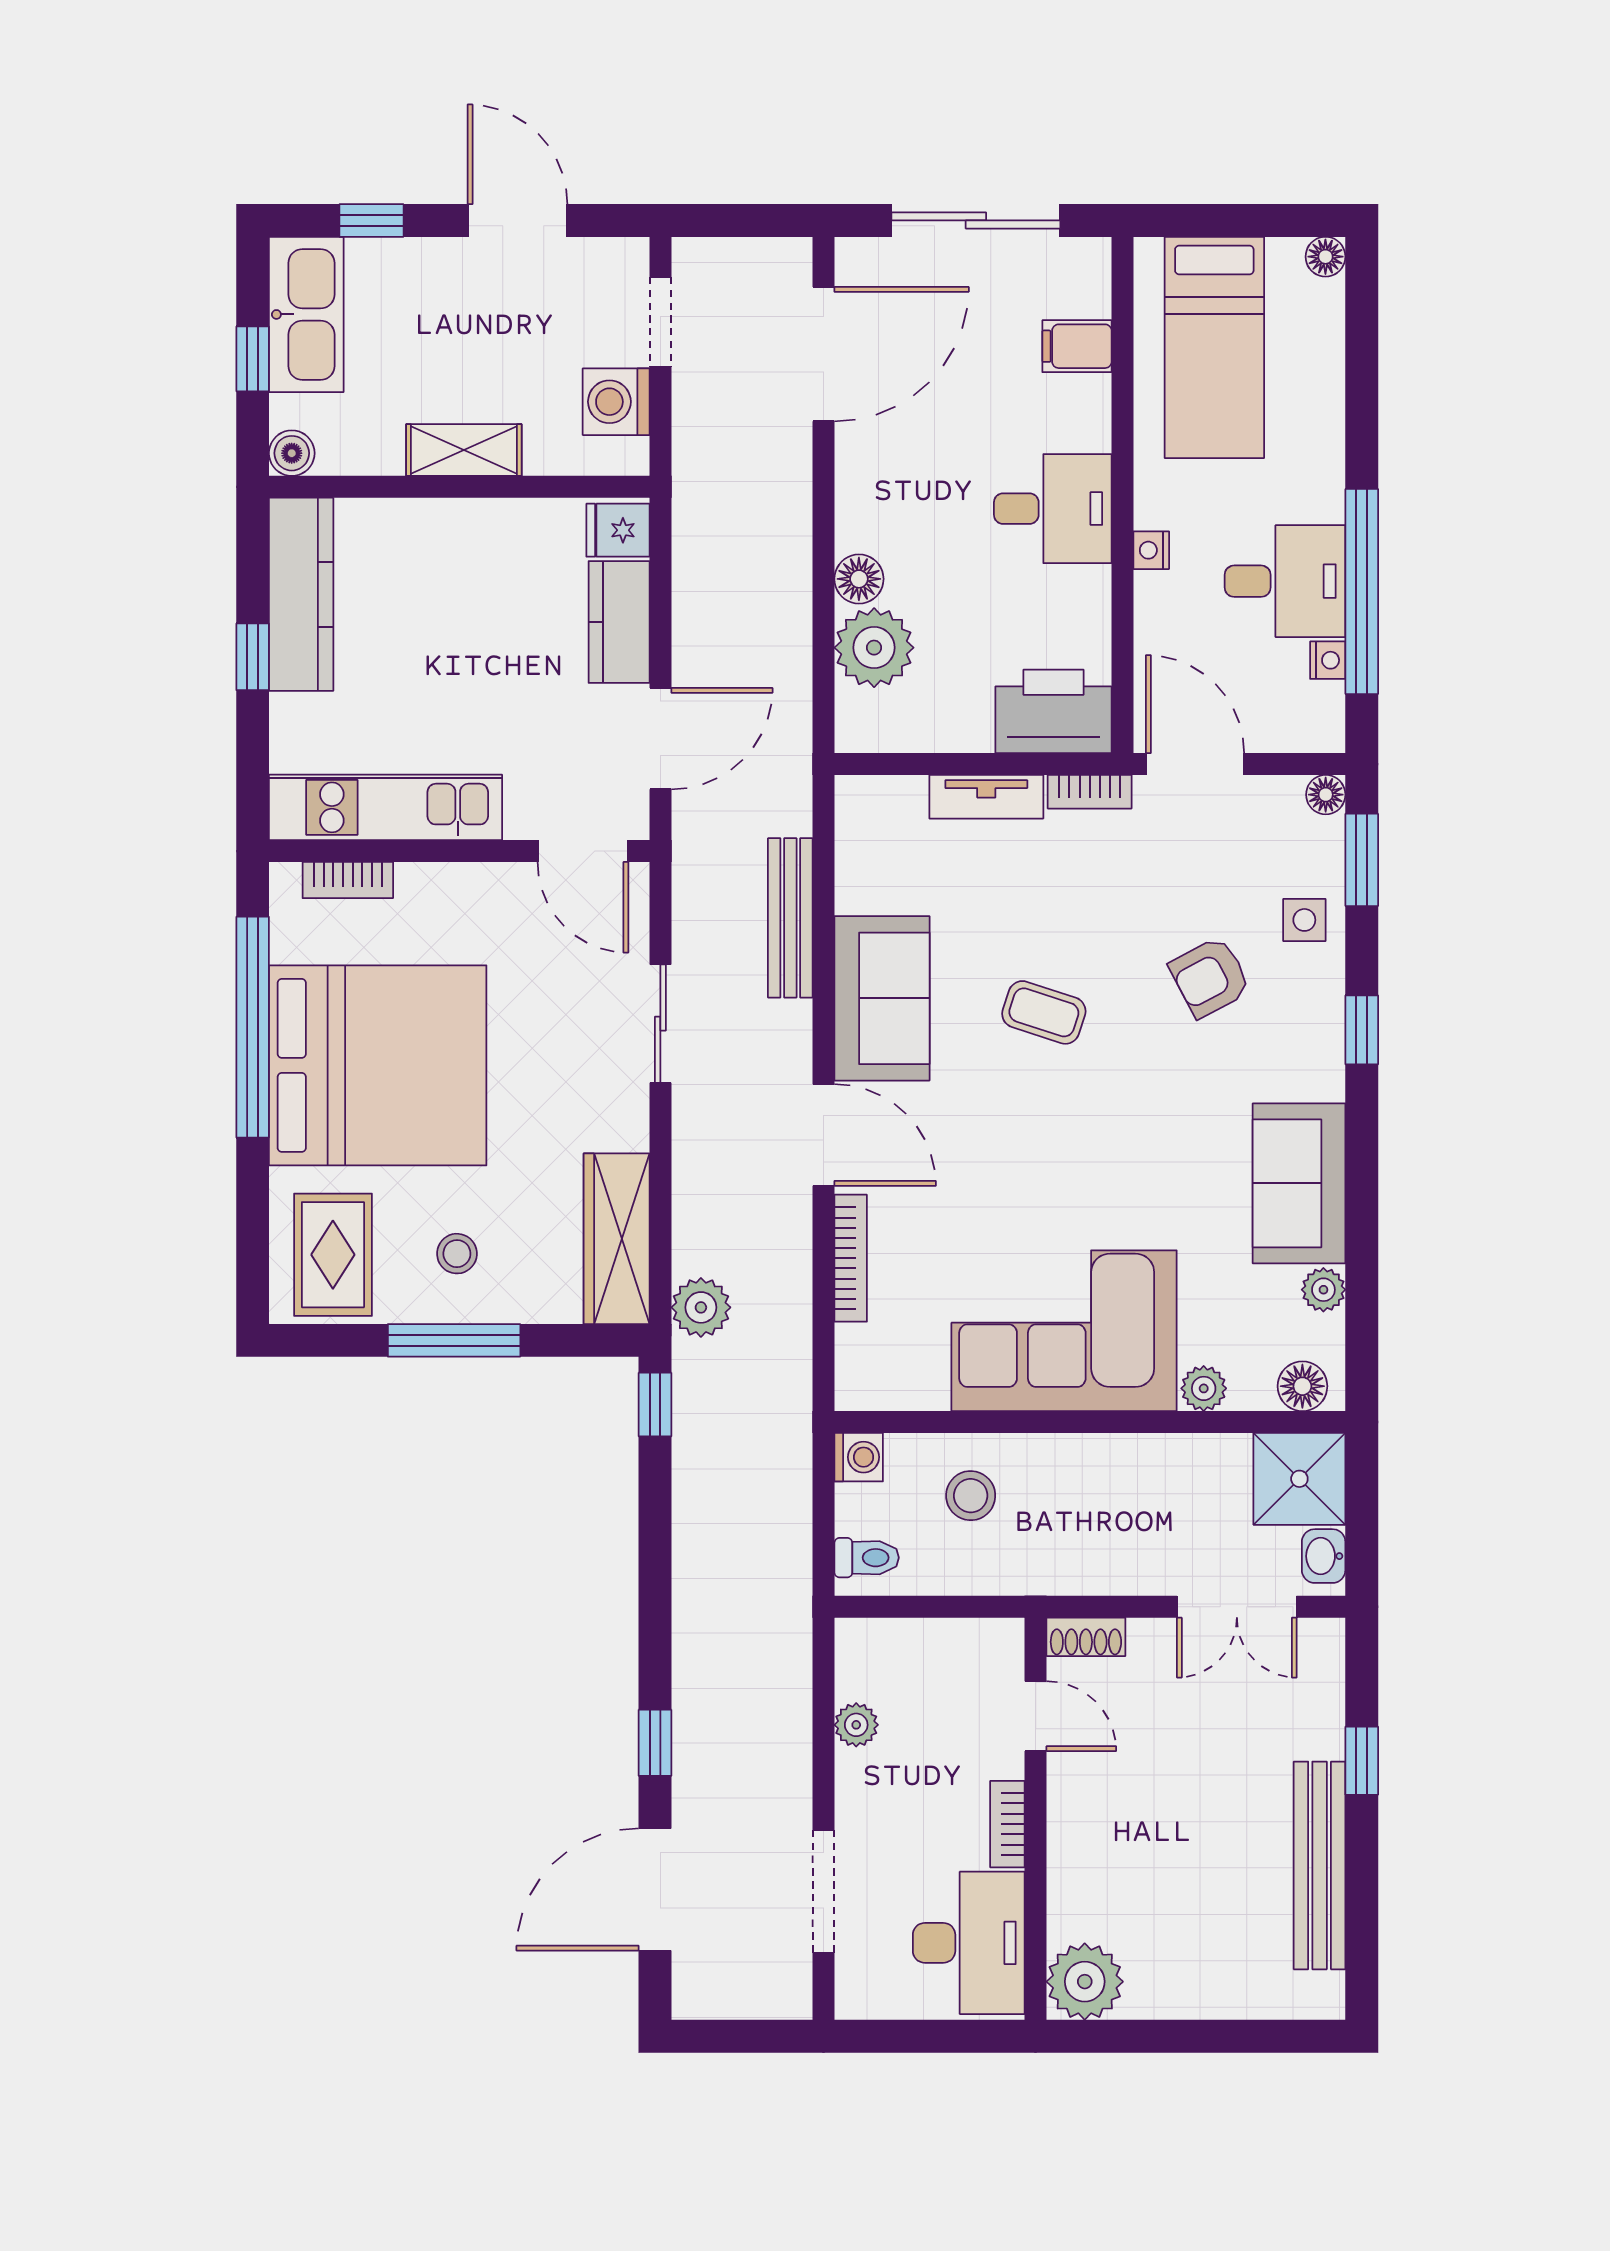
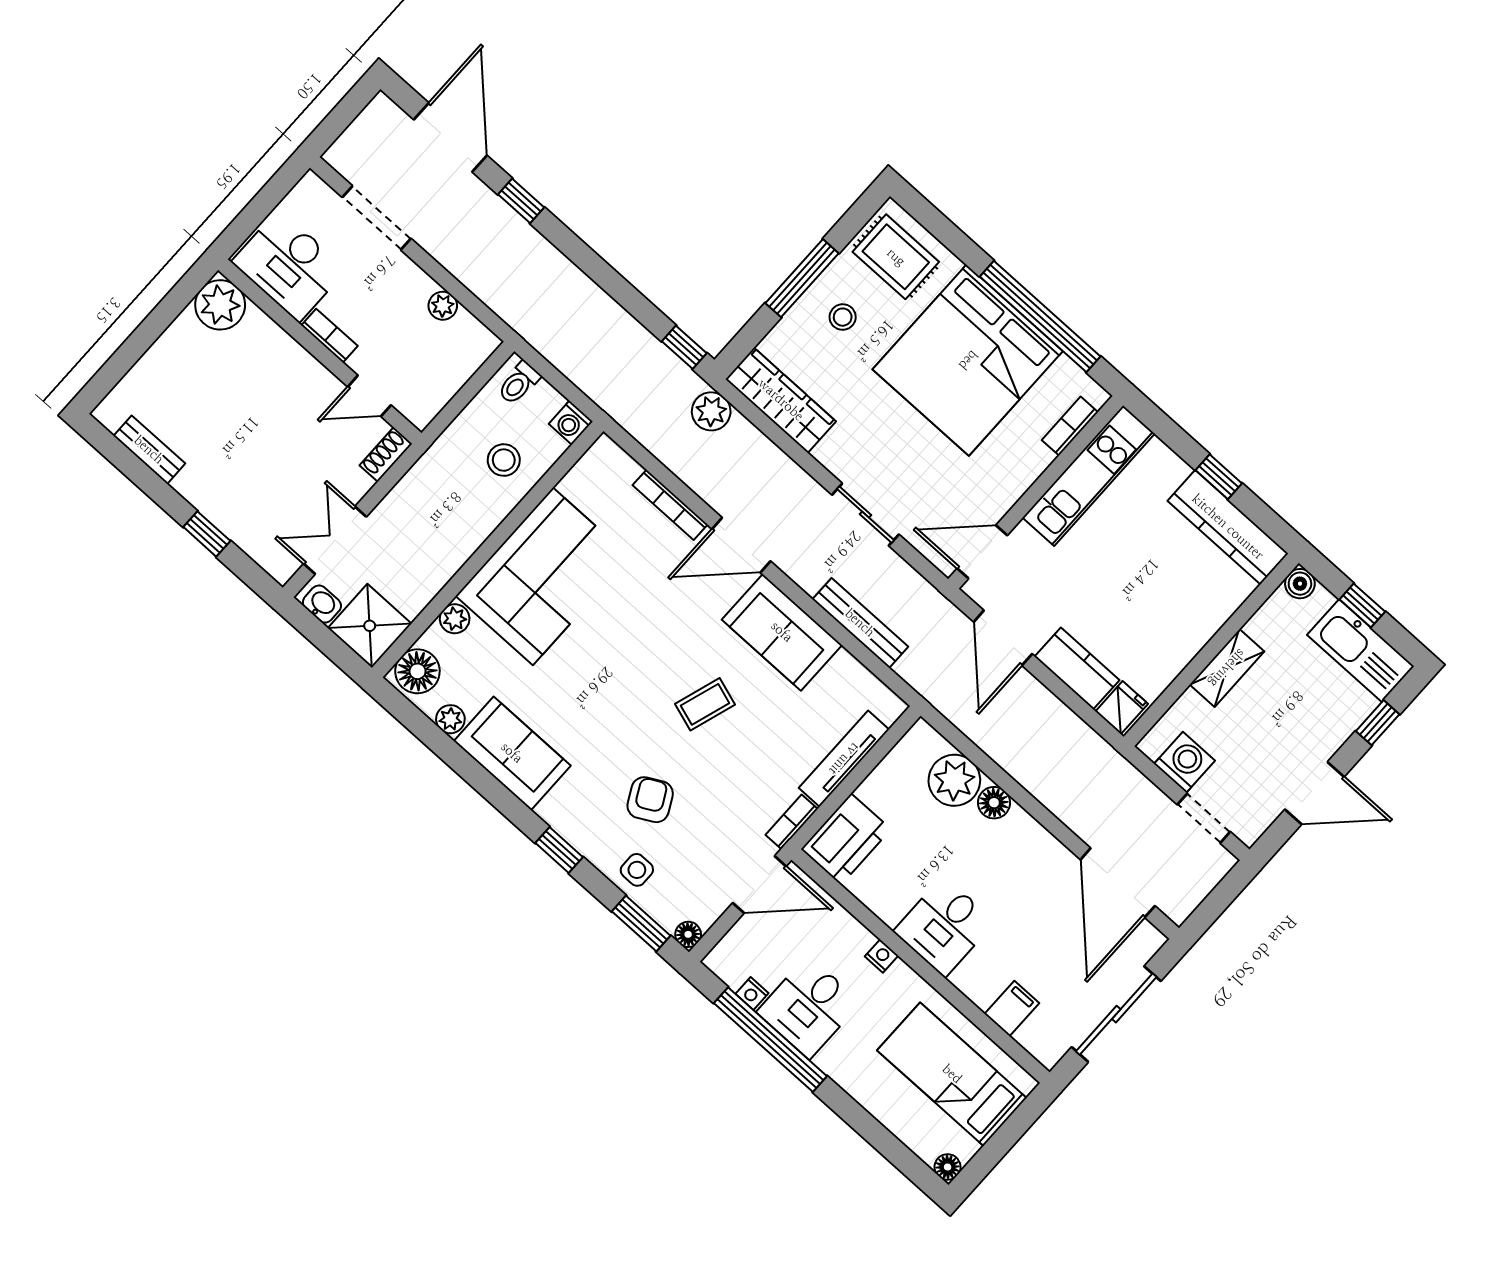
tv unit: (986, 797) -> (844, 759), width x1.41
floor lamp: (1302, 1386) -> (417, 671), width x1.38, depth x1.38
bench: (1320, 1865) -> (149, 450), width x0.54, depth x0.82

